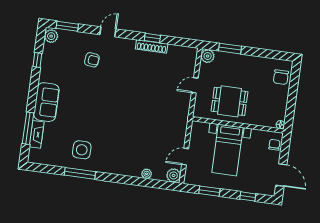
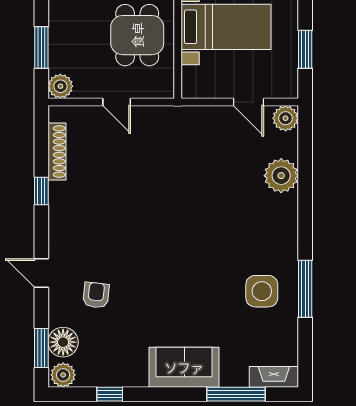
floor lamp: (69, 39) -> (63, 342), added
shoe rack: (152, 46) -> (57, 152), moved
fireplace: (37, 134) -> (274, 377), moved
plant: (147, 174) -> (281, 176), width x1.88, depth x1.88

